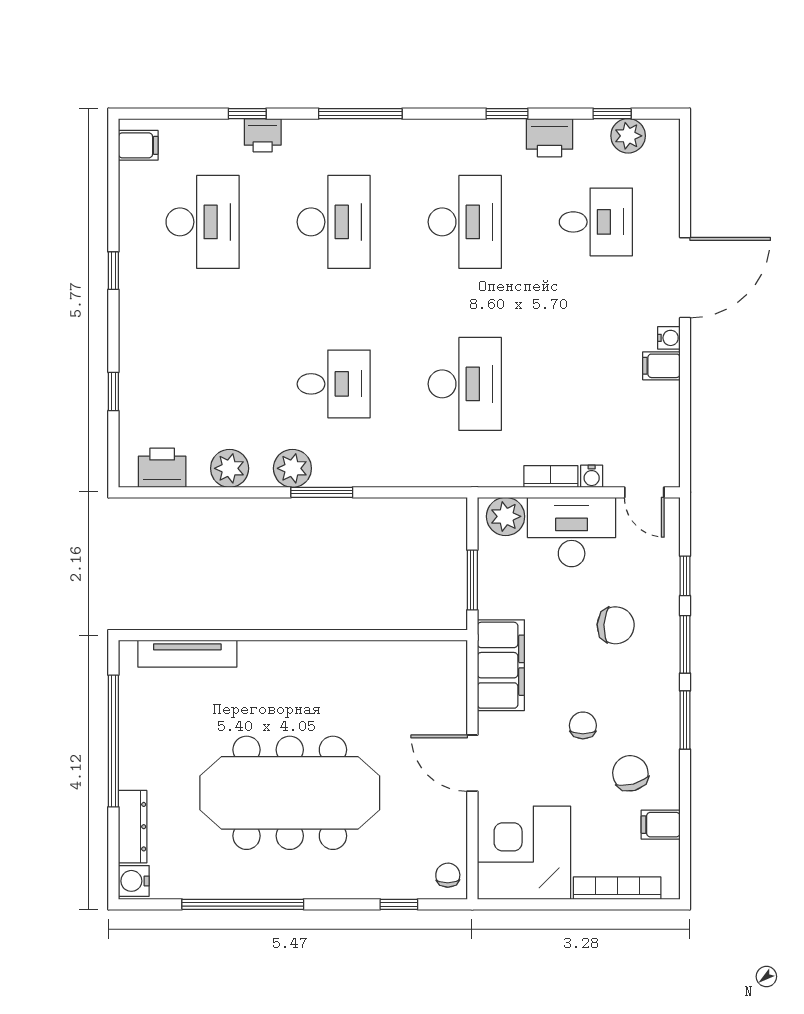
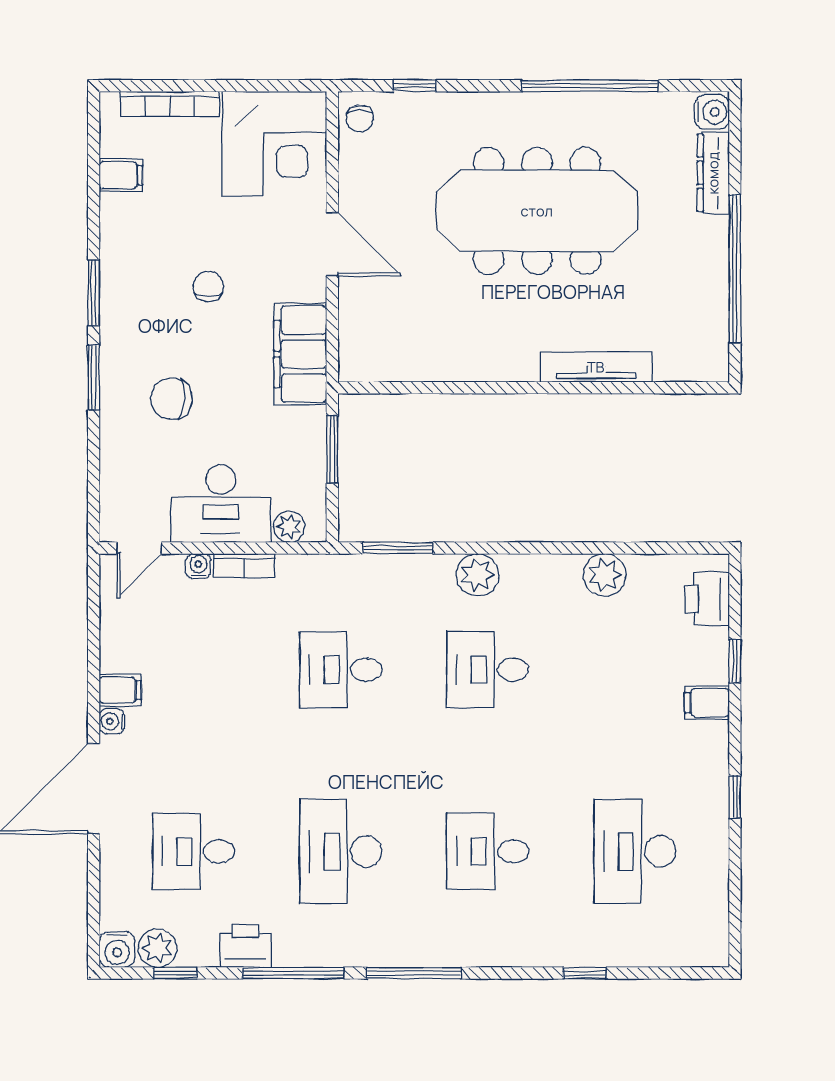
window: (360, 114) -> (414, 973), moved
window: (507, 114) -> (293, 973), width x2.17
printer: (263, 135) -> (567, 949), removed
water cooler: (664, 135) -> (117, 949), added
filing cabinet: (138, 145) -> (707, 703), moved
desk: (334, 222) -> (488, 851), width x0.73
desk: (465, 384) -> (341, 670), width x0.73
printer: (162, 468) -> (707, 599), moved, turned 90
plant: (292, 468) -> (478, 575), moved
window: (322, 492) -> (398, 548), moved
door: (644, 492) -> (139, 548), swing flipped
plant: (506, 516) -> (289, 527), width x0.73, depth x0.73
window: (685, 576) -> (94, 454), removed
tv unit: (187, 654) -> (596, 367), moved
chair: (583, 725) -> (208, 286), turned 180
chair: (630, 773) -> (155, 233), removed

